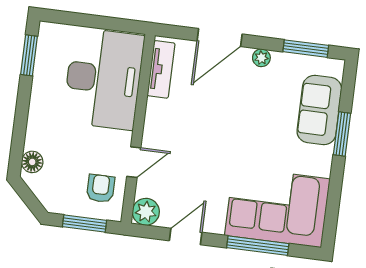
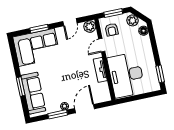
window: (306, 49) -> (58, 114), moved
tv unit: (161, 69) -> (100, 70), moved
sofa: (319, 110) -> (33, 93), width x1.36
plant: (48, 193) -> (133, 20), added
window: (258, 246) -> (39, 29), width x0.69

